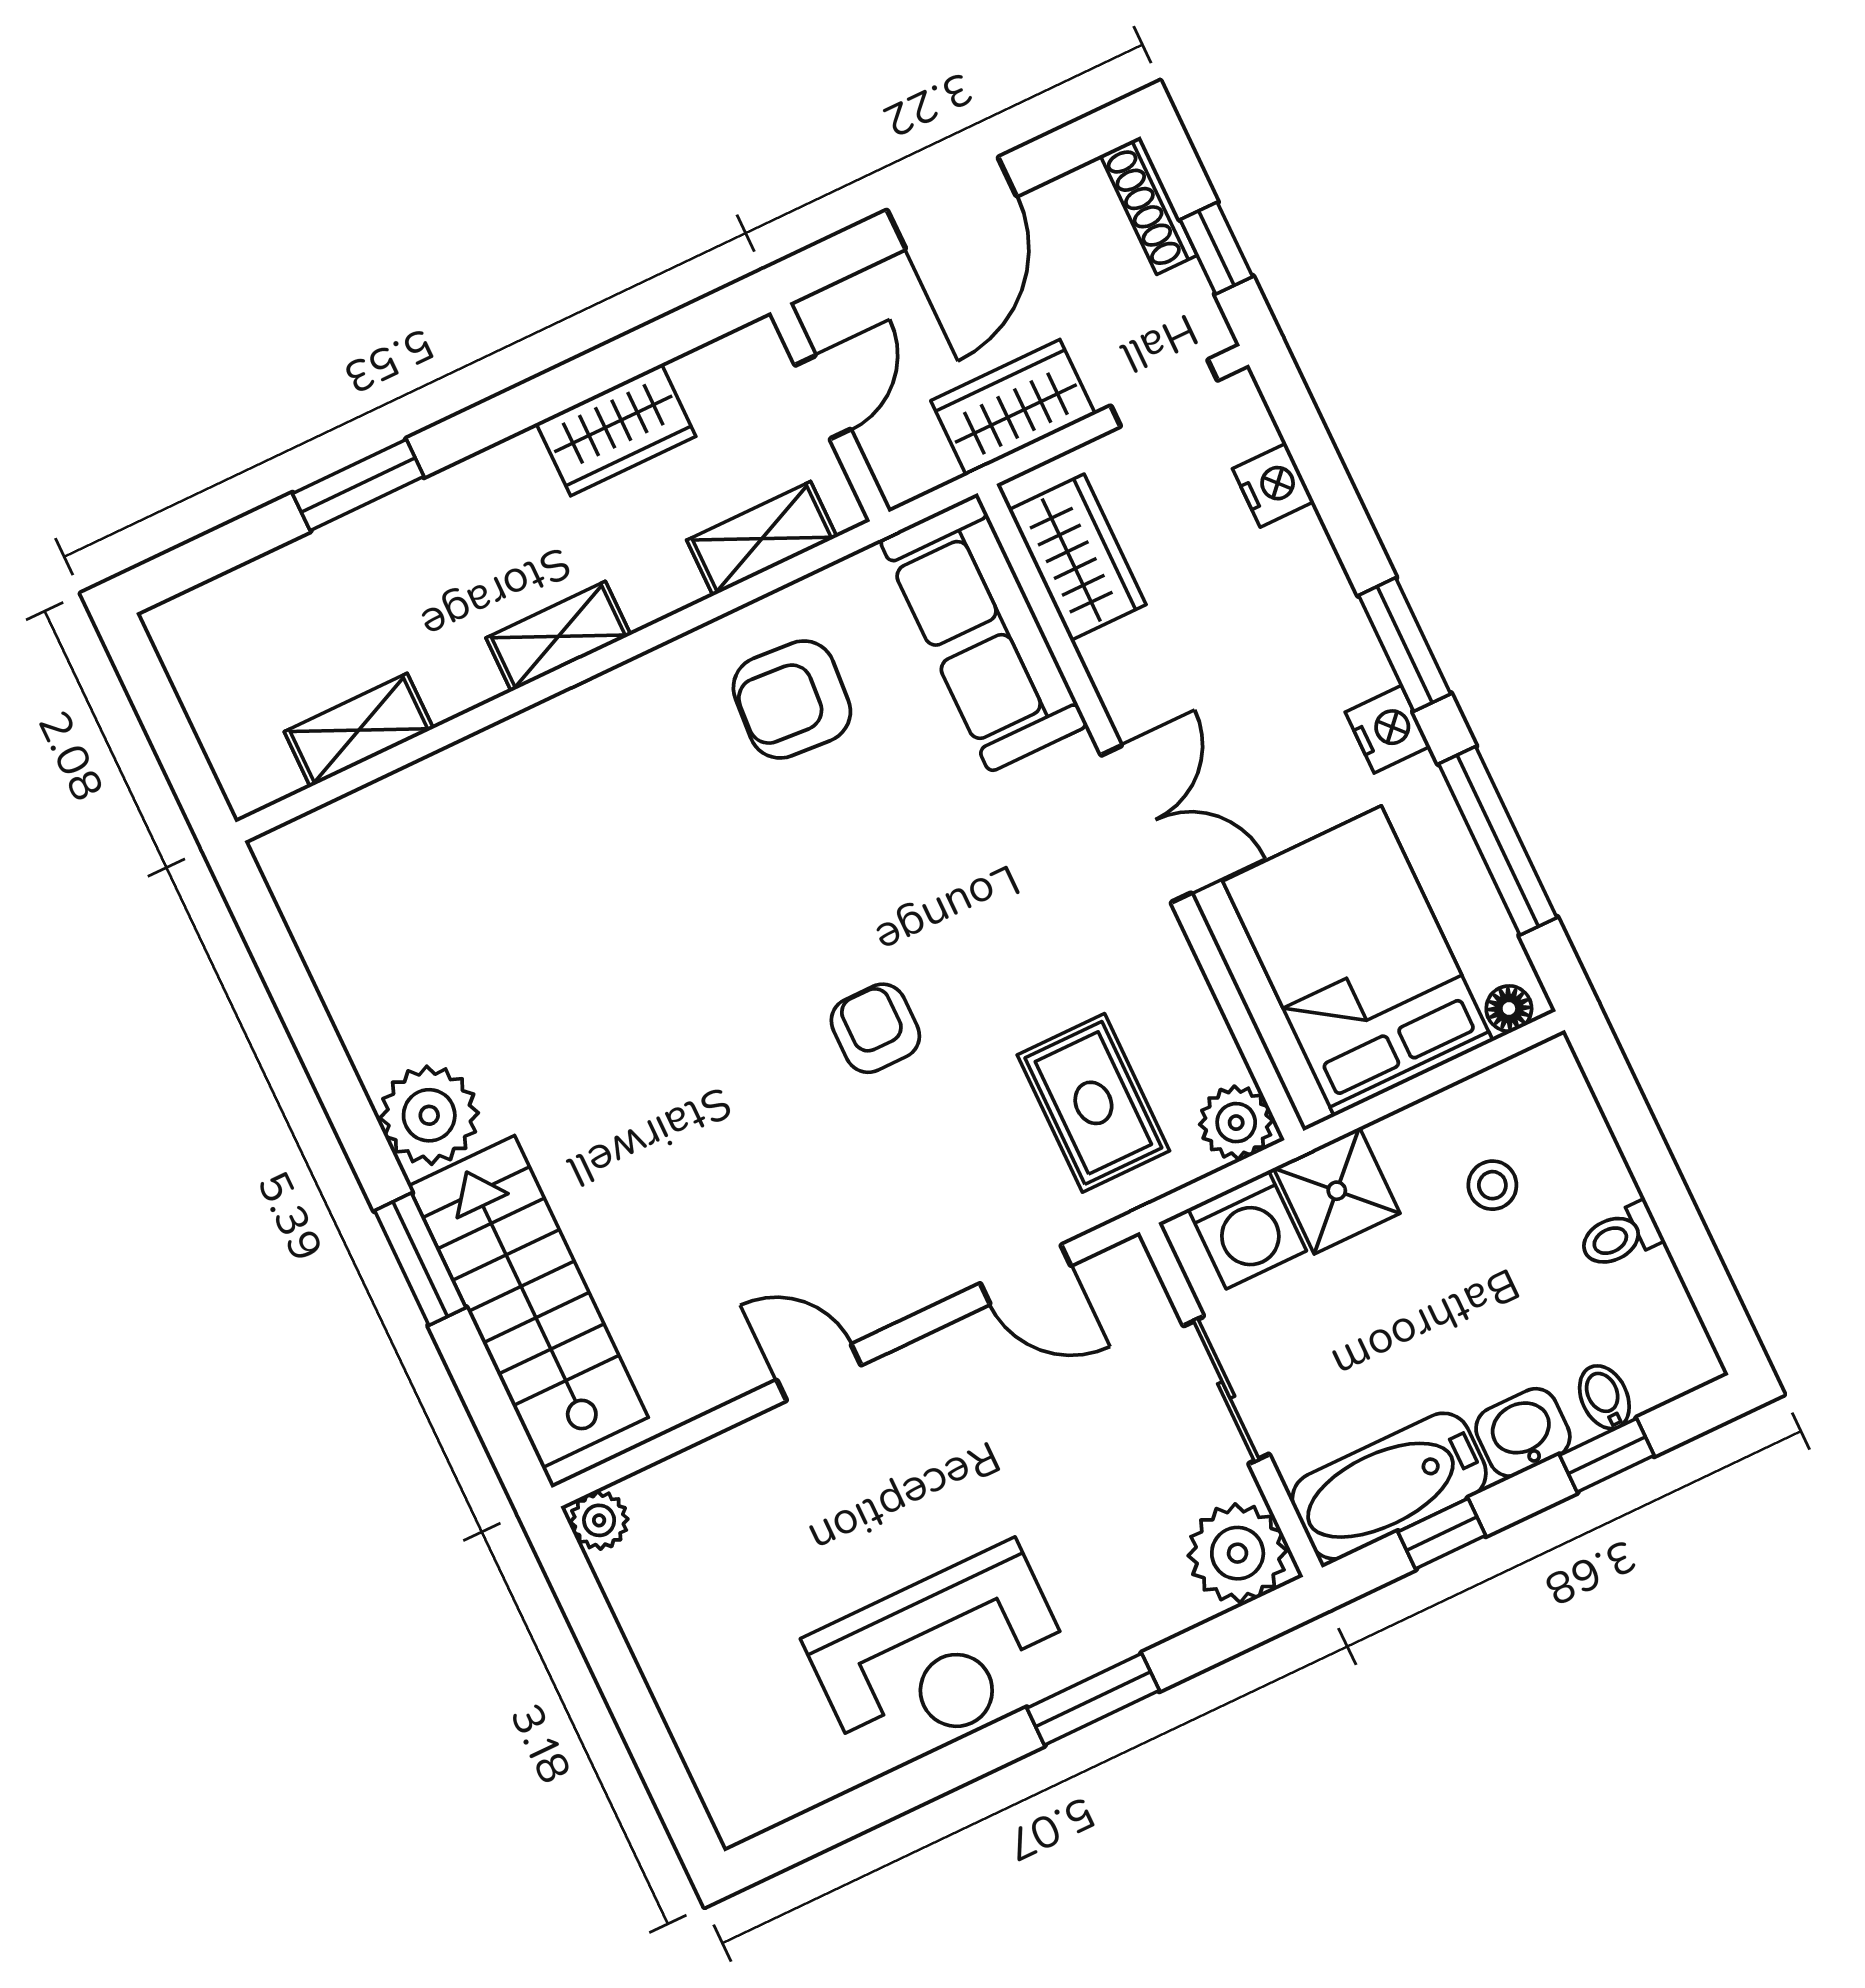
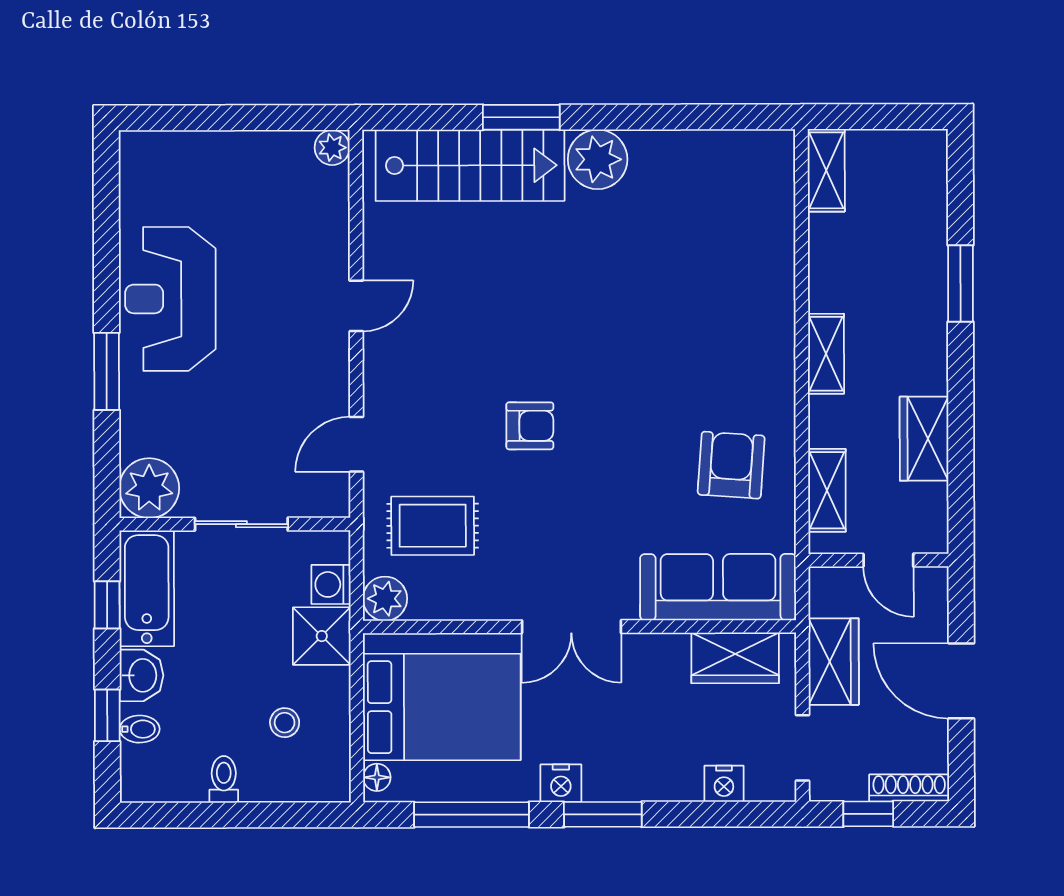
shelving: (359, 730) -> (826, 170), moved
washing machine: (1247, 1230) -> (331, 584), width x0.73, depth x0.73

